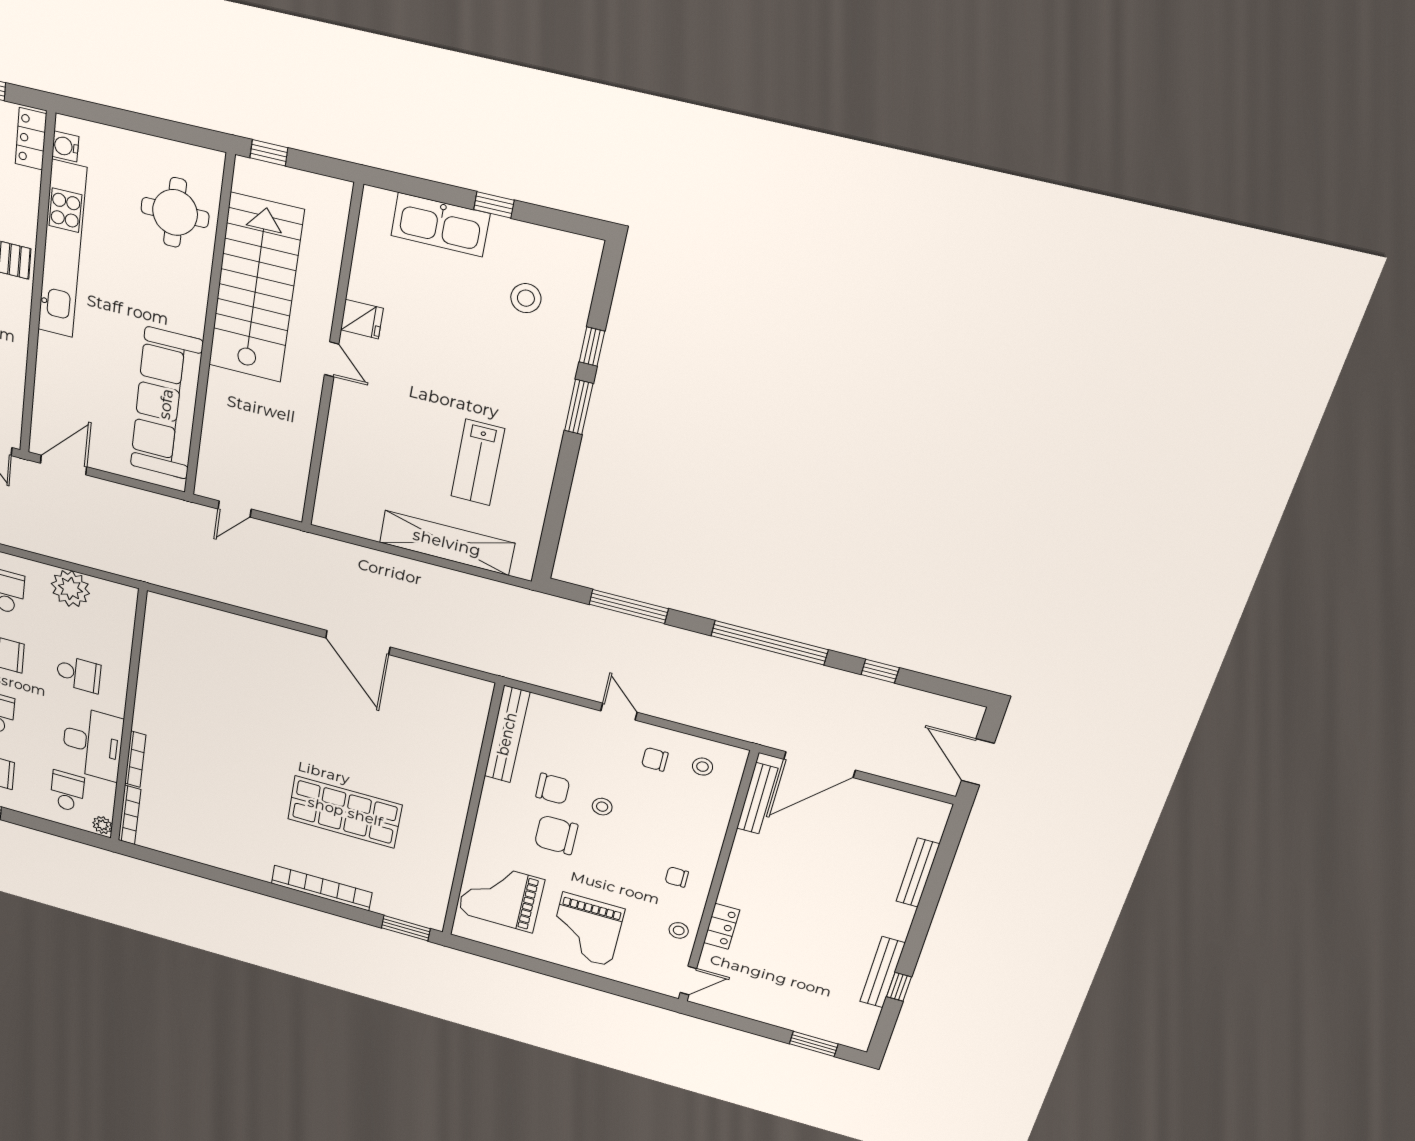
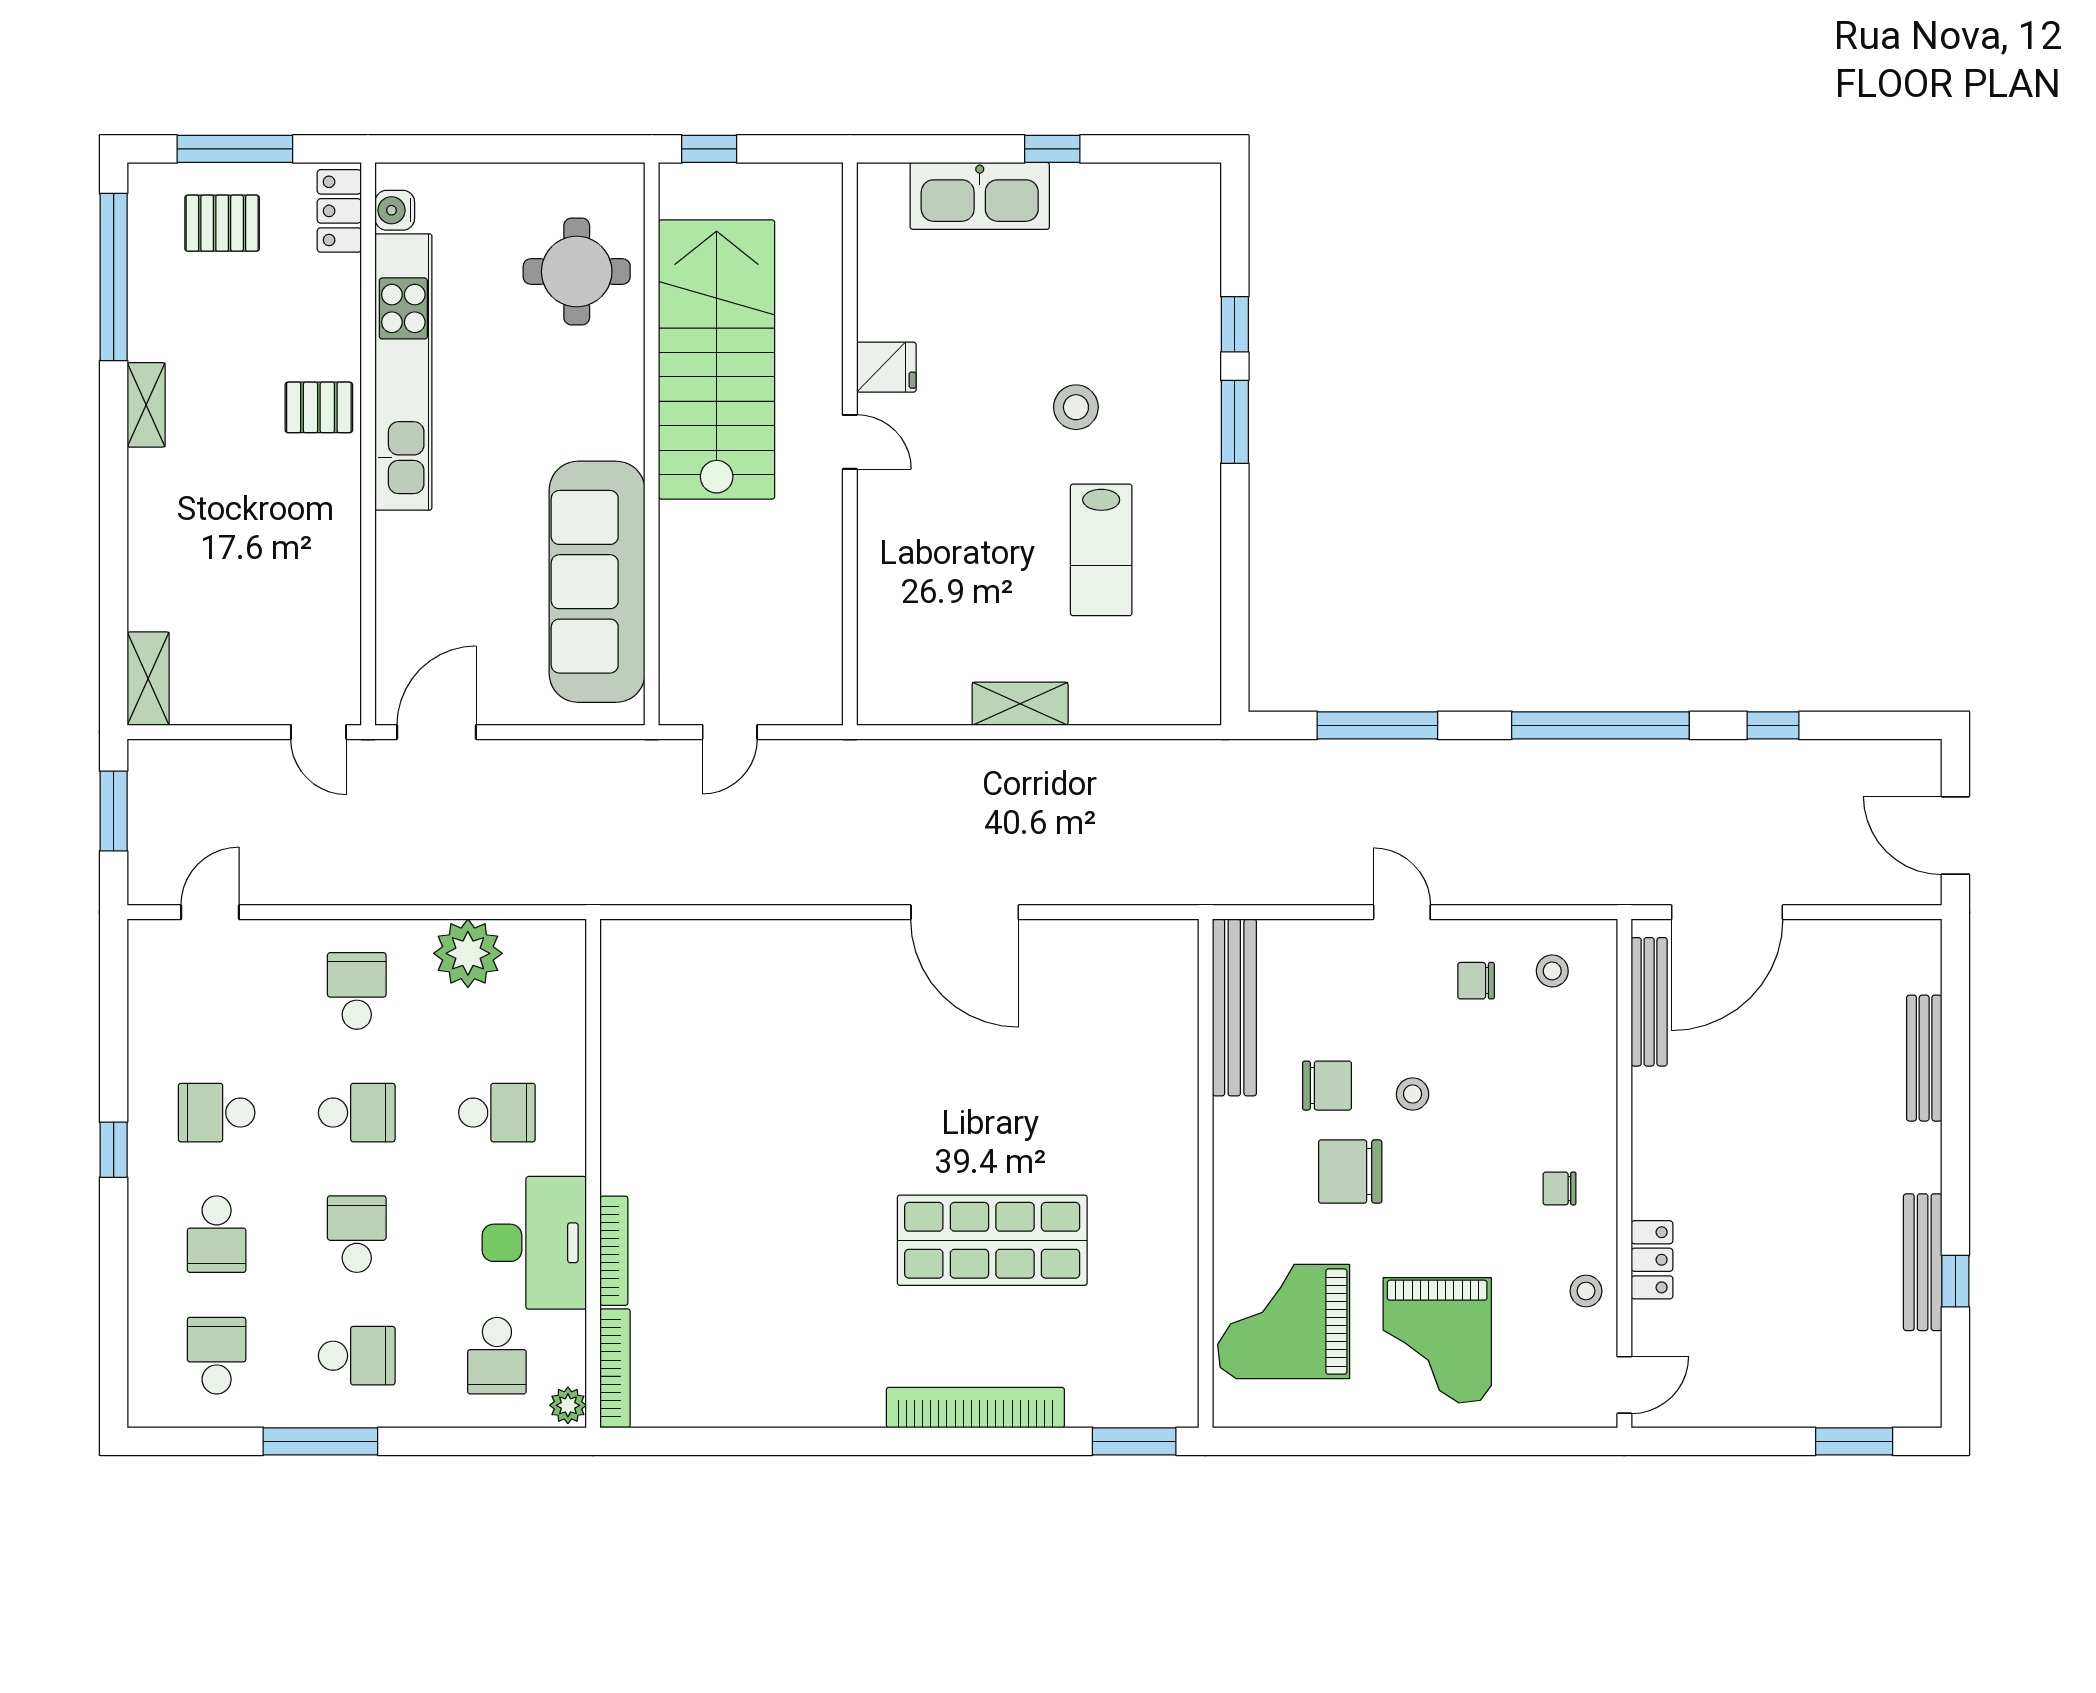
stool: (526, 298) -> (1076, 407), moved
shelving: (447, 543) -> (1020, 704), width x0.45, depth x0.75
school desk: (67, 791) -> (497, 1356), turned 180

